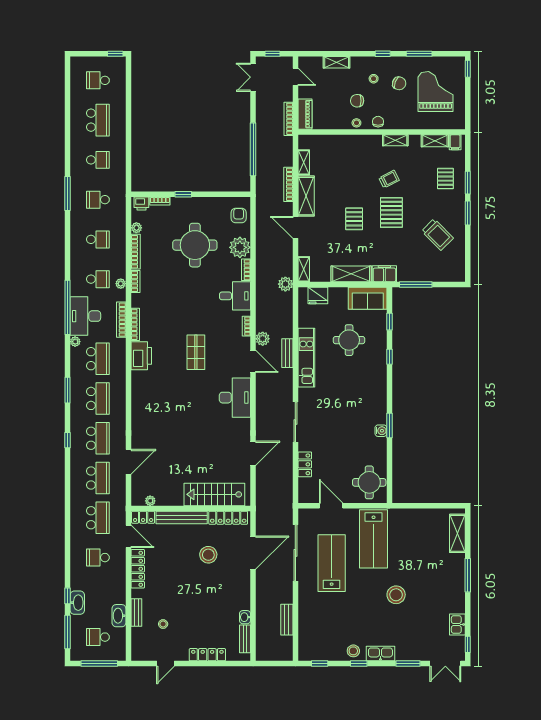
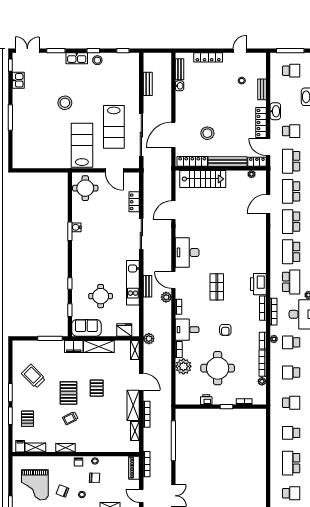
printer: (141, 204) -> (206, 400), moved
armchair: (239, 216) -> (225, 330), moved
school desk: (98, 359) -> (291, 282), turned 180
shelving: (457, 533) -> (18, 149), removed
washbasin: (119, 616) -> (275, 111), moved

